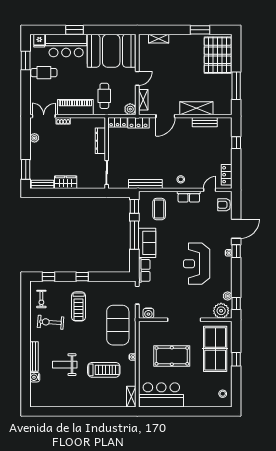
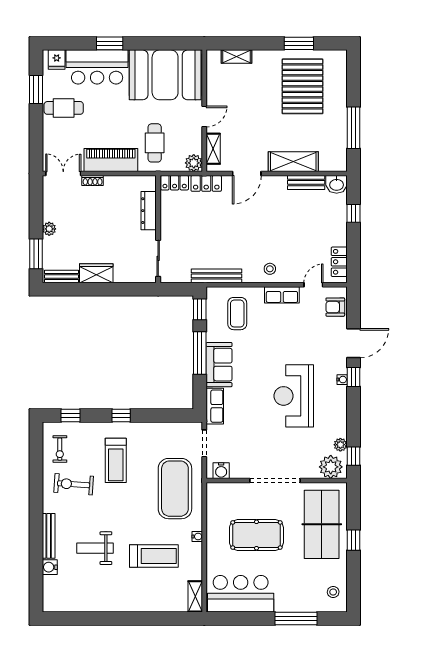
pallet: (218, 55) -> (302, 86), moved
washbasin: (225, 123) -> (337, 184), added
plant: (34, 138) -> (49, 229), moved
window: (198, 411) -> (296, 619), added

